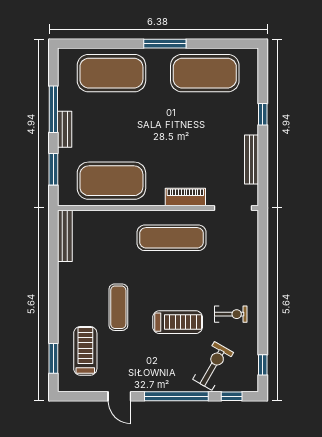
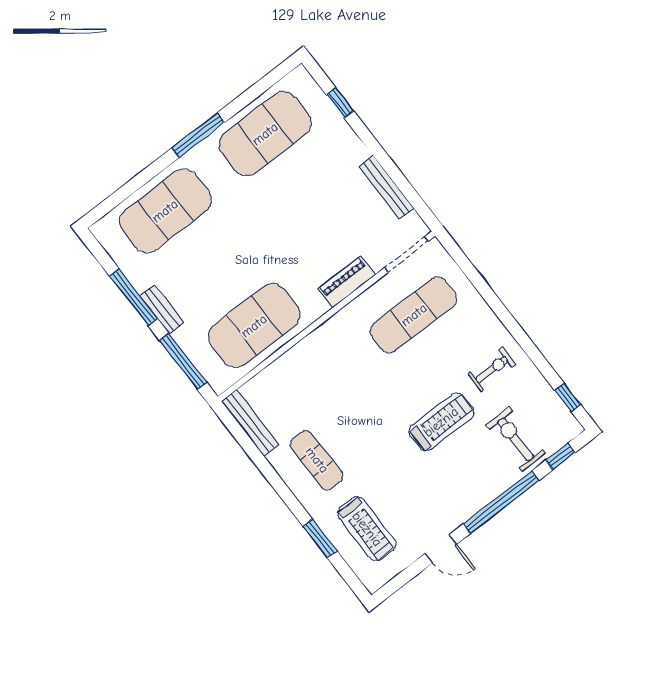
window: (263, 114) -> (340, 103), moved
window: (53, 169) -> (183, 361), width x1.44
exercise mat: (172, 238) -> (414, 315), moved
exercise mat: (118, 307) -> (317, 460), moved
treadmill: (85, 351) -> (367, 529), turned 180
window: (53, 358) -> (320, 539), moved
exercise bike: (213, 366) -> (516, 439), turned -30

